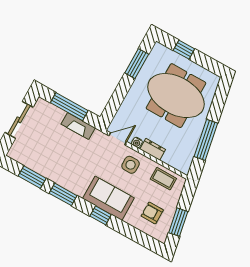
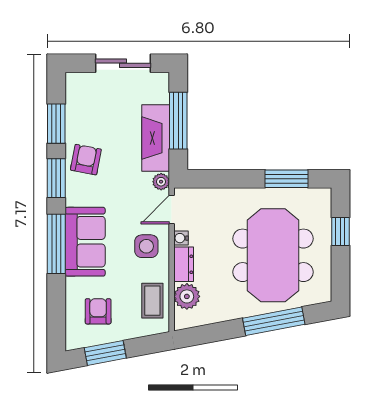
fireplace: (78, 126) -> (156, 138), width x1.37, depth x1.32
plant: (98, 136) -> (161, 182), added
door: (118, 139) -> (172, 210), swing flipped
window: (206, 140) -> (274, 321), moved
plant: (172, 158) -> (187, 296), added
armchair: (62, 172) -> (86, 160), added
window: (101, 215) -> (56, 244), width x2.17

